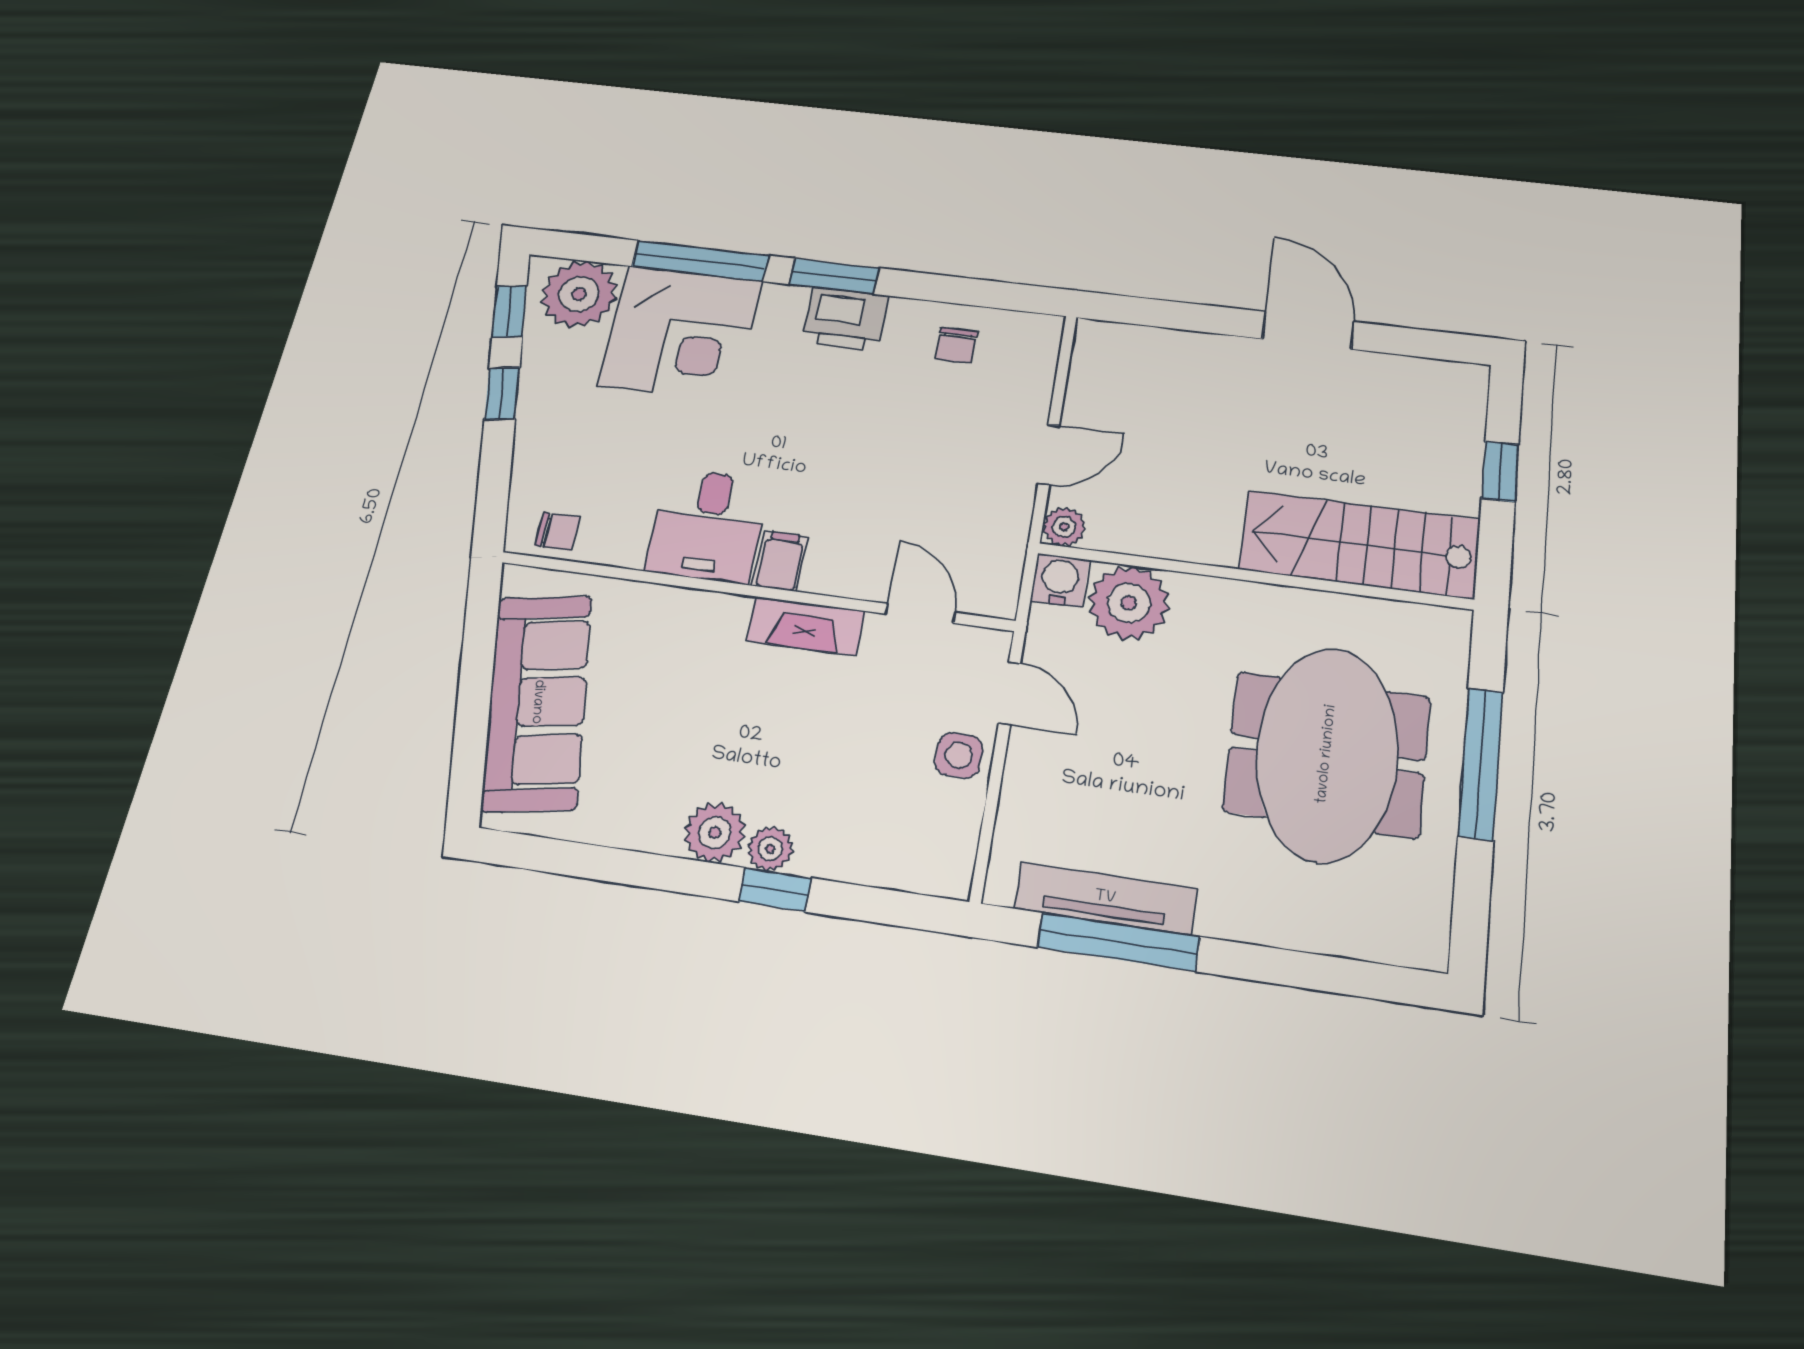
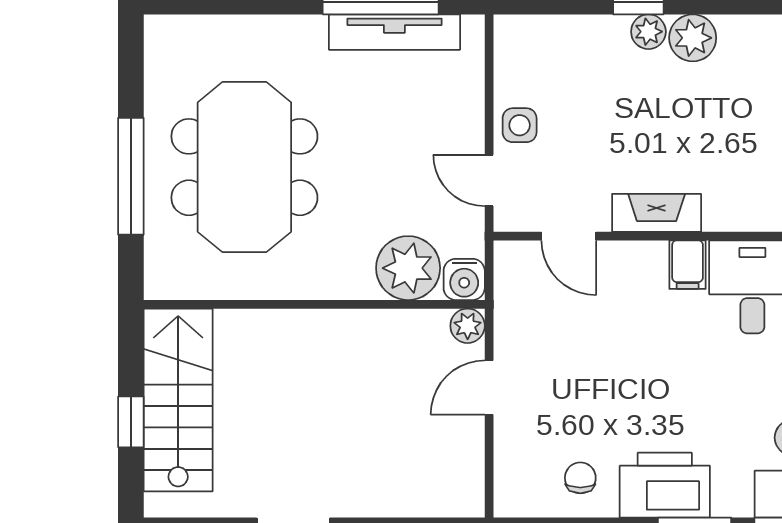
printer: (845, 319) -> (665, 485), width x1.37, depth x1.19
stairs: (1360, 544) -> (178, 400), moved, turned -90

